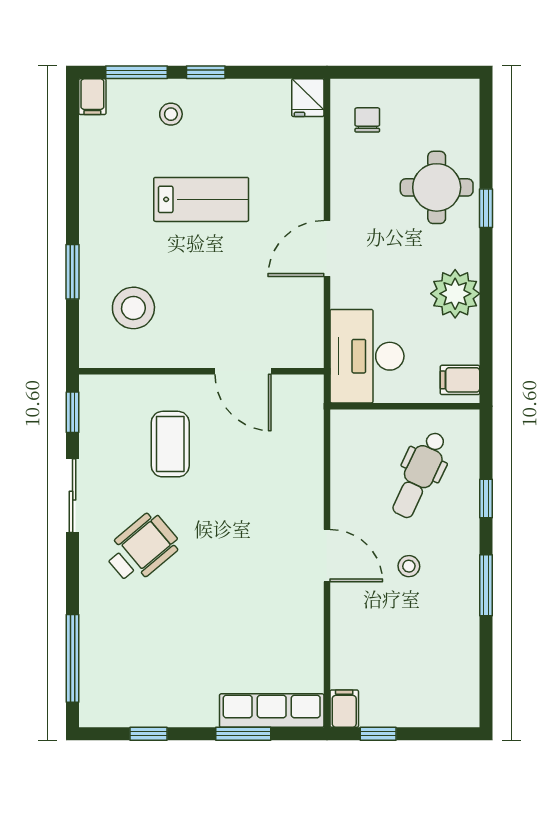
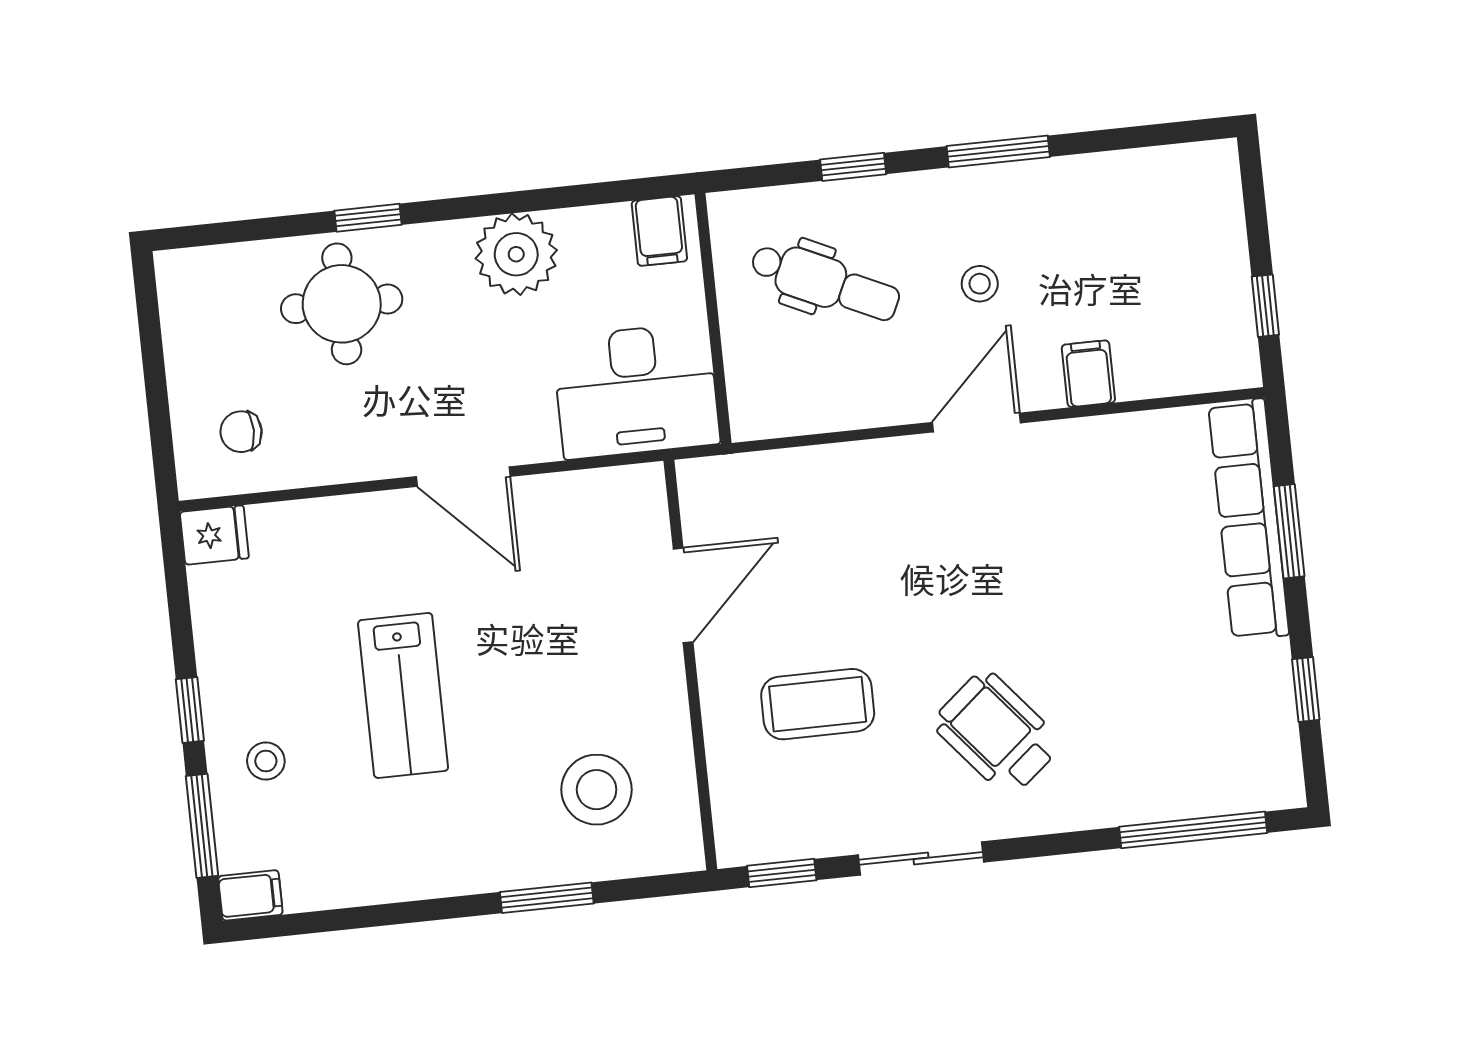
lab bench: (201, 199) -> (403, 695), turned 180
filing cabinet: (344, 709) -> (1088, 374), moved, turned 90
row of seats: (272, 711) -> (1249, 519), width x1.36

